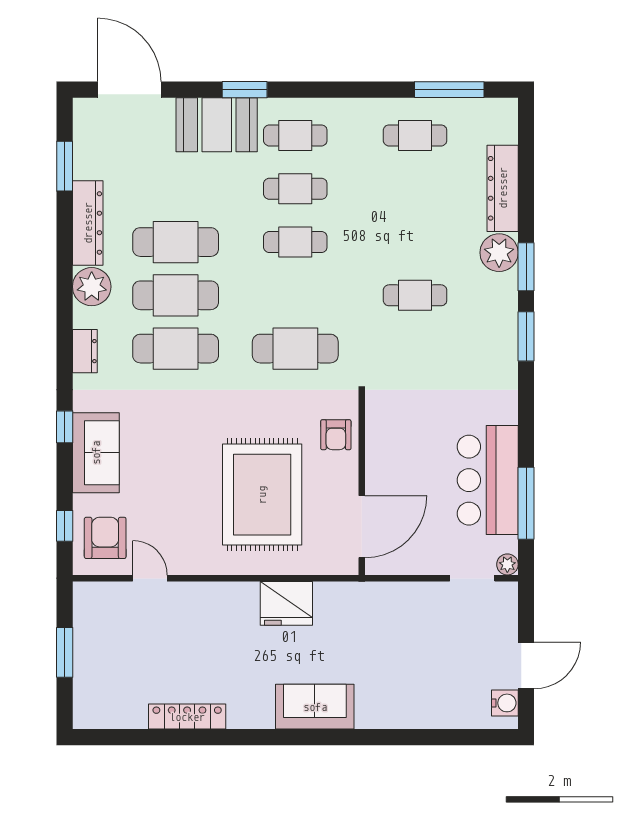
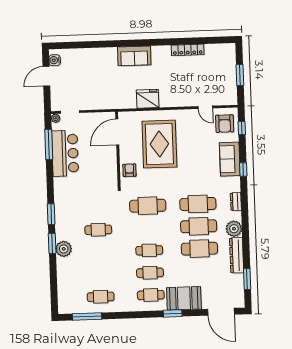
dresser: (503, 188) -> (63, 276), removed

